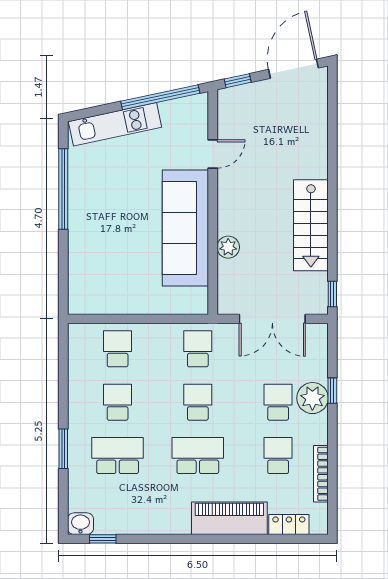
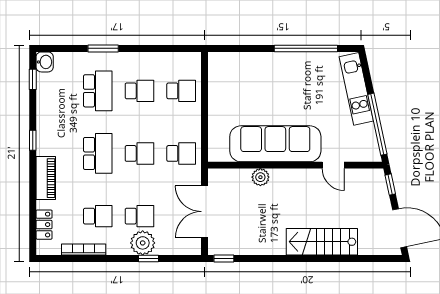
stairs: (311, 225) -> (322, 242), moved
piano: (229, 518) -> (46, 178), width x0.73, depth x0.75
window: (181, 539) -> (33, 140), added

